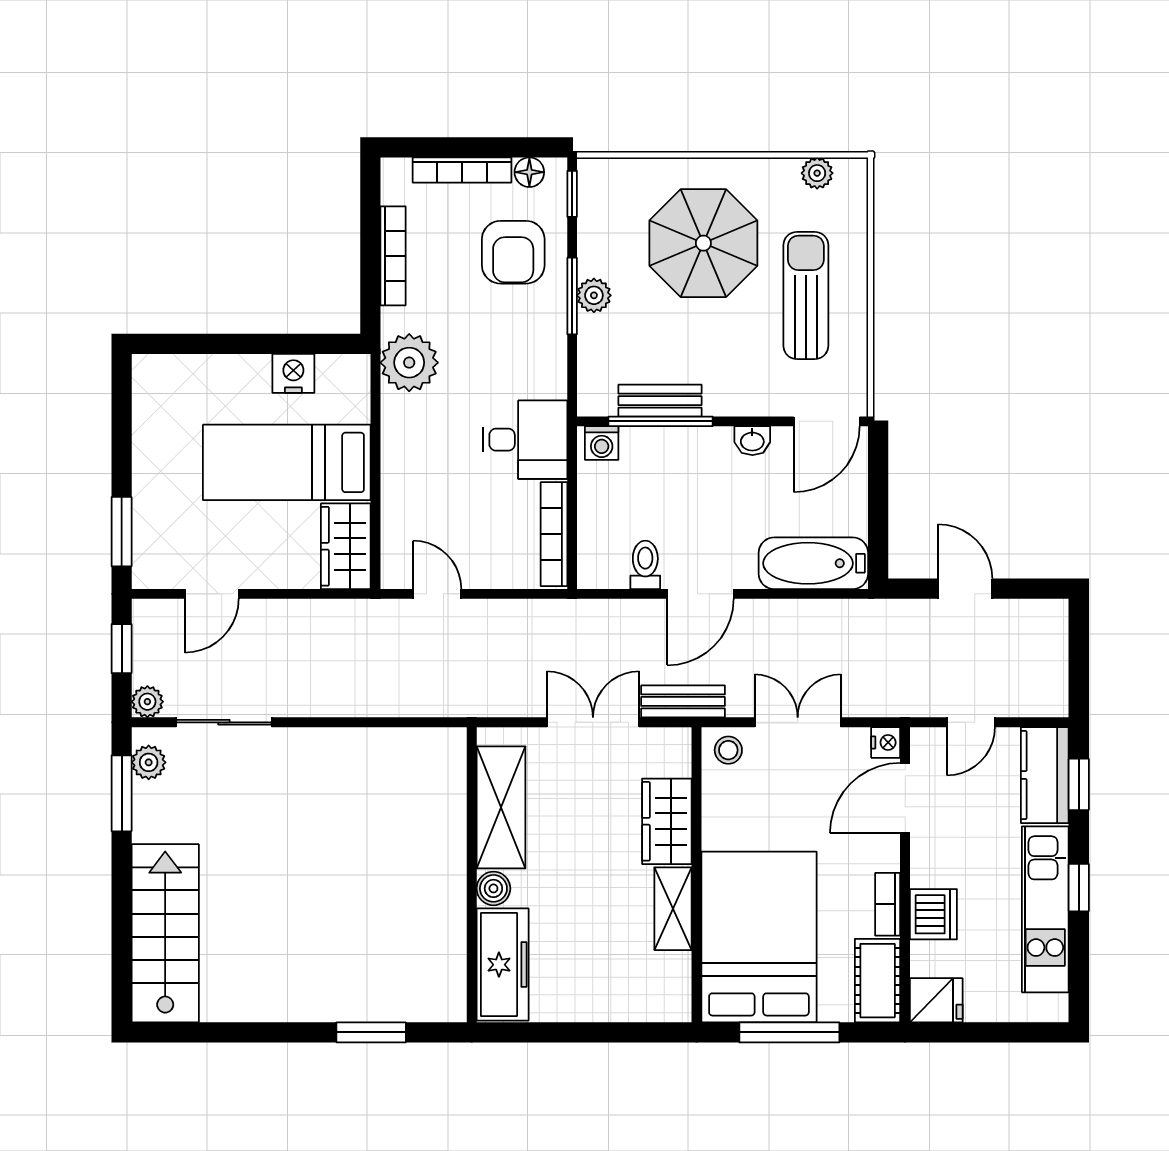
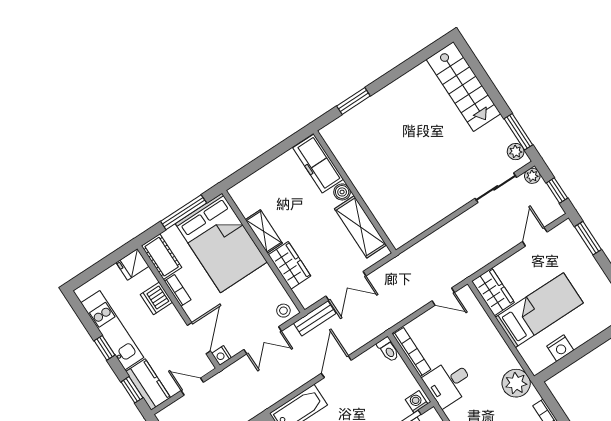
toilet: (645, 565) -> (388, 350), moved
door: (971, 722) -> (192, 386), hinge flipped

